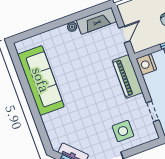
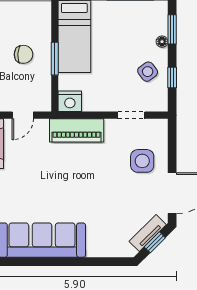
door: (124, 34) -> (23, 115), swing flipped

